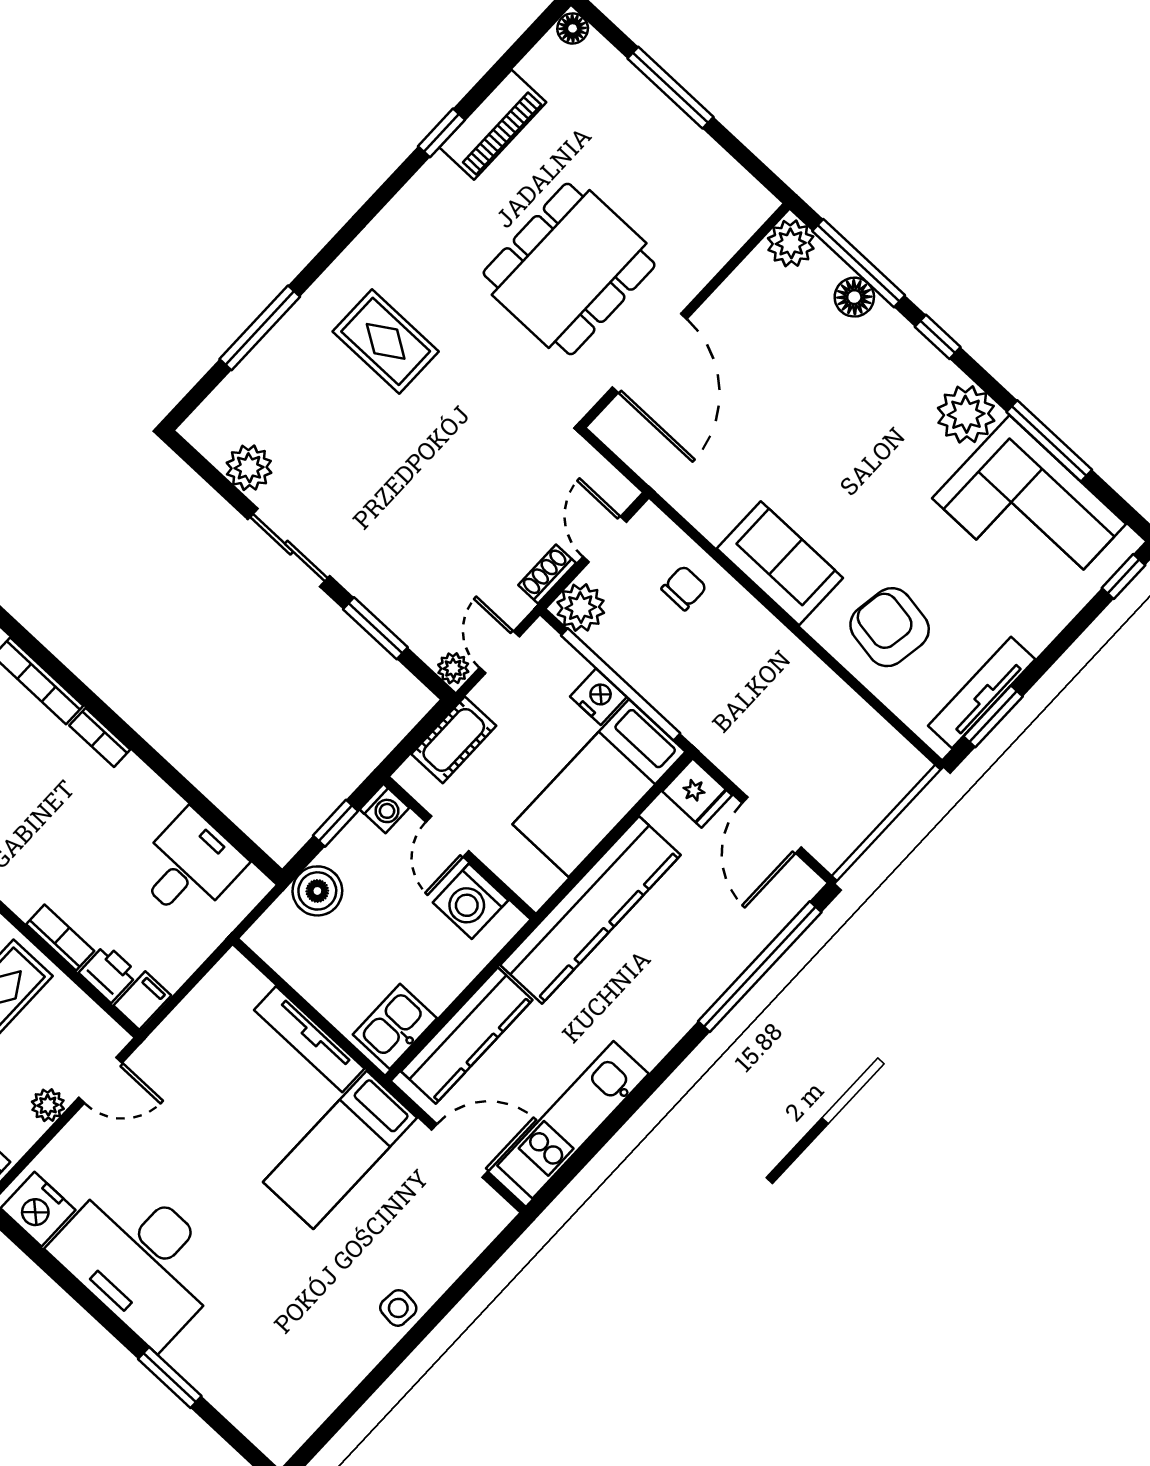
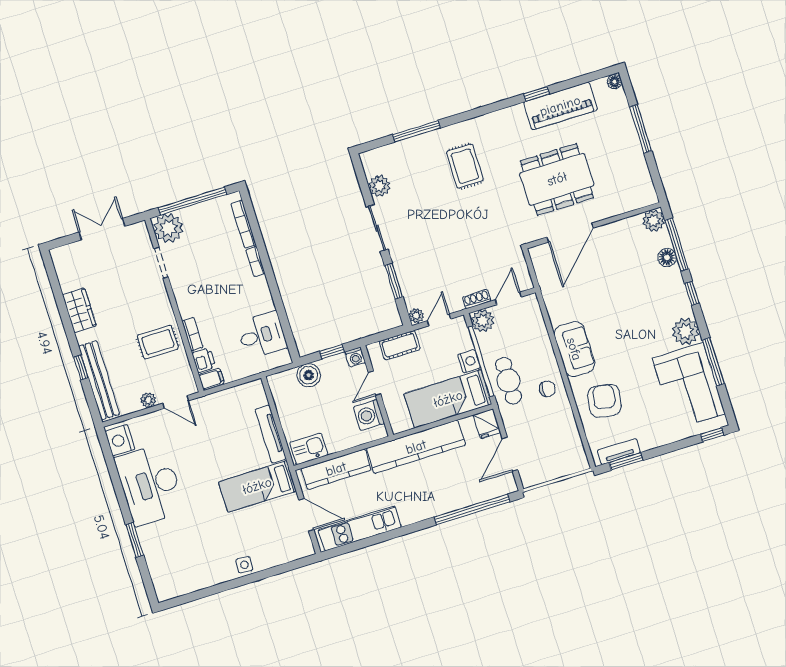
piano: (493, 125) -> (560, 106), width x1.37, depth x1.33
chair: (684, 588) -> (547, 389), moved
cafe table: (692, 691) -> (509, 381), added
tv unit: (982, 693) -> (619, 451), width x0.71

